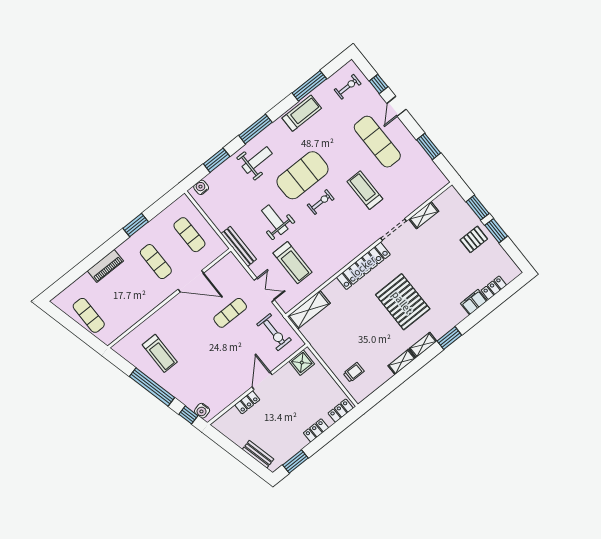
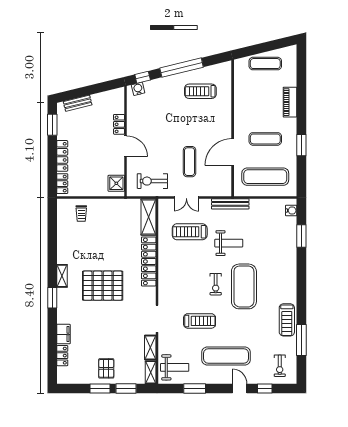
window: (255, 129) -> (301, 280), removed
weight bench: (257, 160) -> (175, 367), moved, turned -90
exercise mat: (189, 235) -> (265, 177), width x1.36, depth x1.45
locker: (363, 266) -> (149, 261), moved
shelving: (402, 362) -> (151, 372), moved
locker: (316, 430) -> (62, 156), width x1.53

